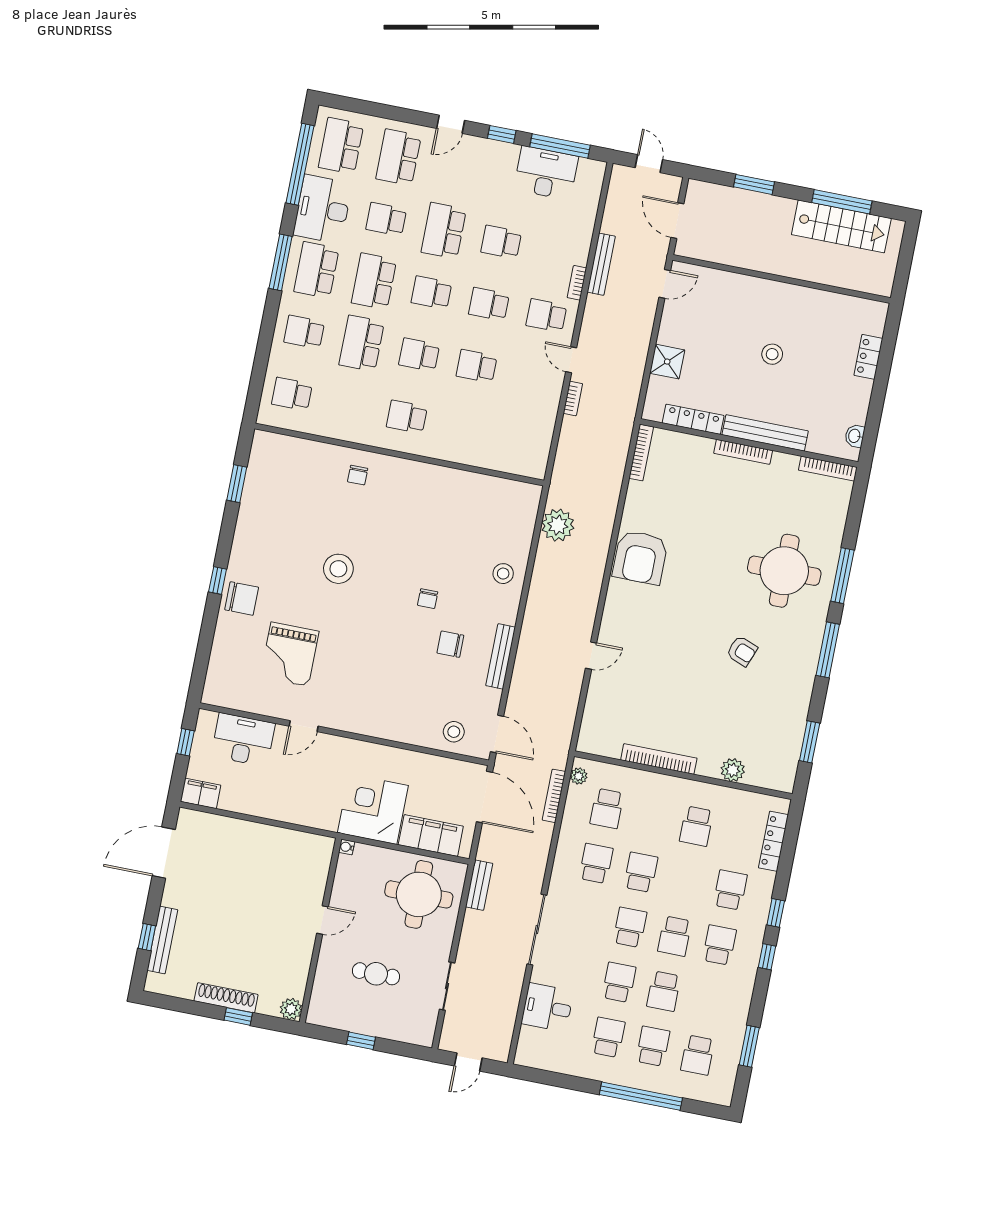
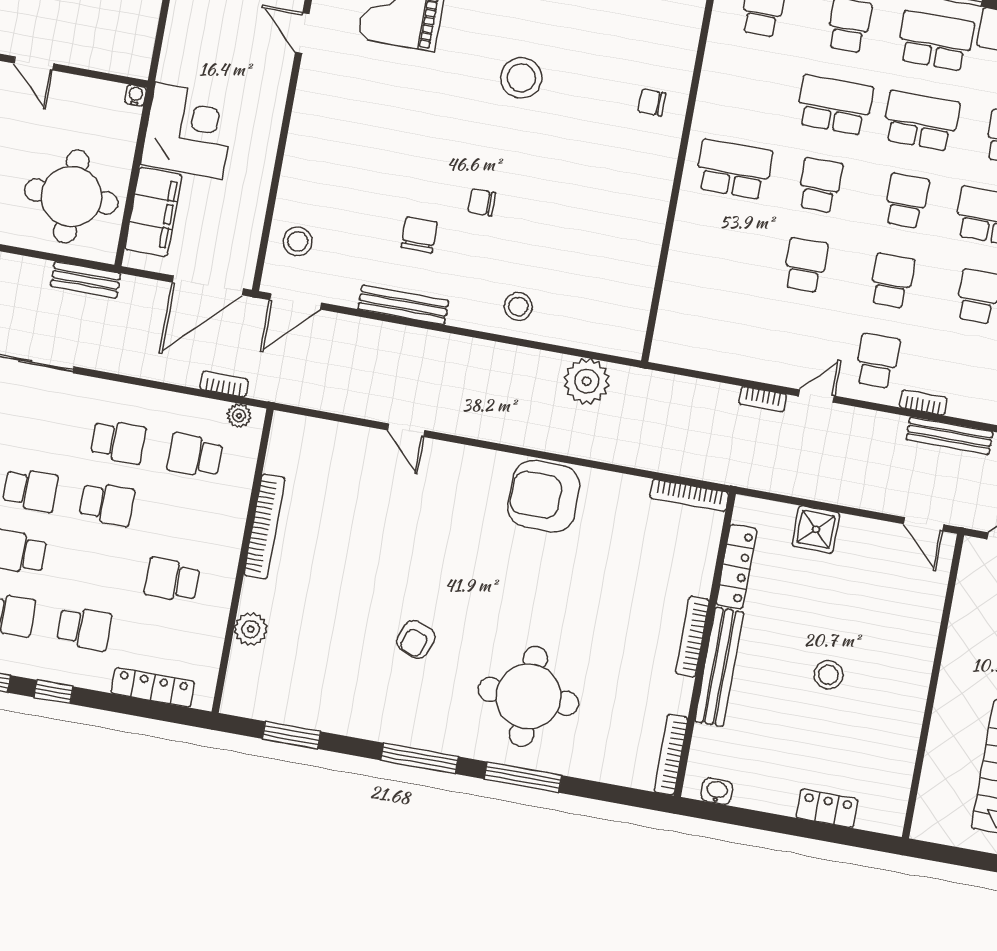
school desk: (407, 417) -> (734, 169), width x1.85
bookcase: (554, 796) -> (224, 384), width x0.64

